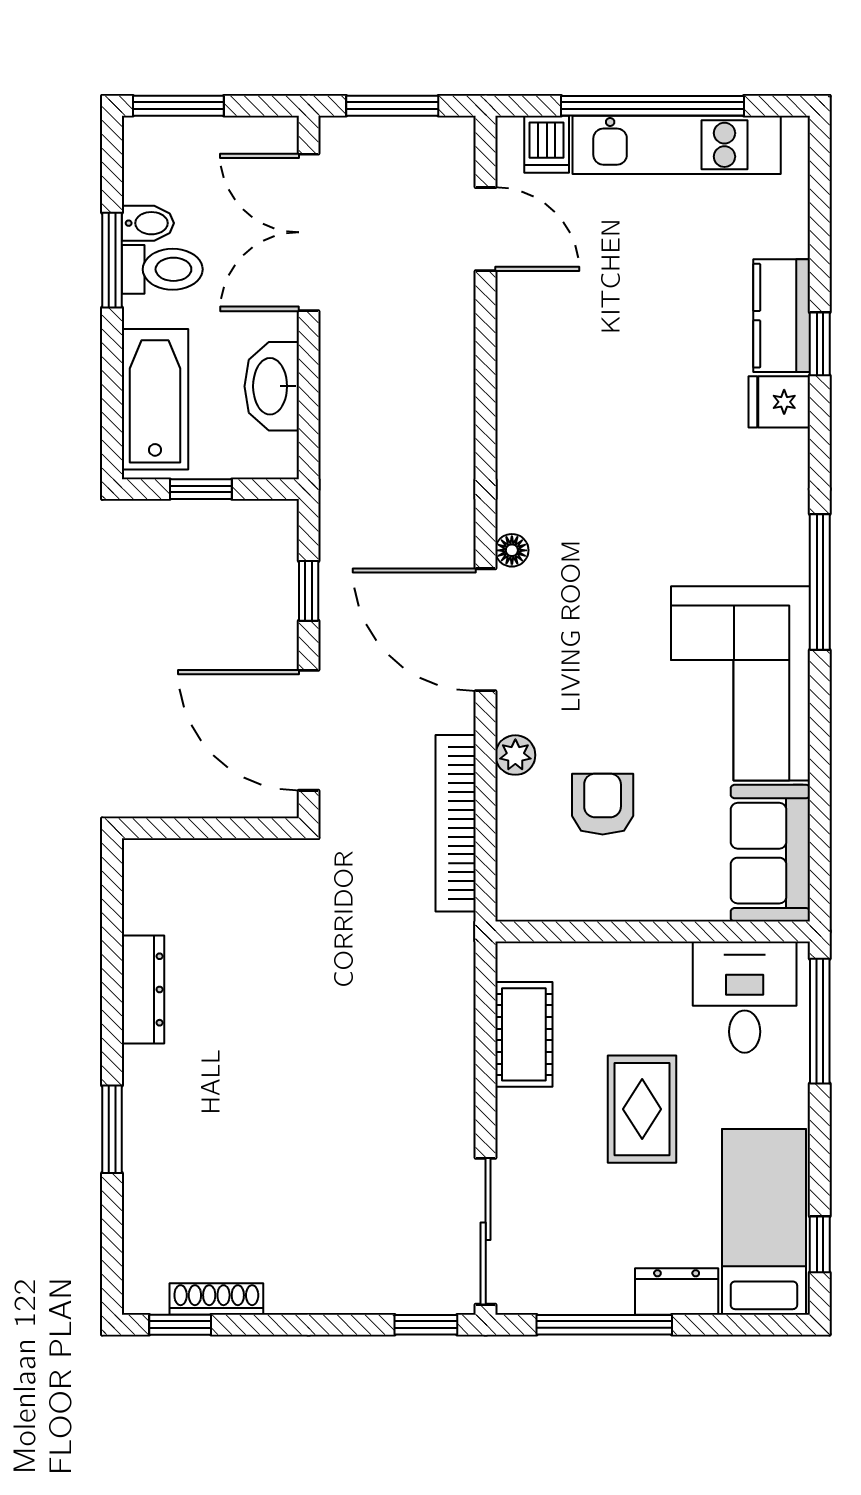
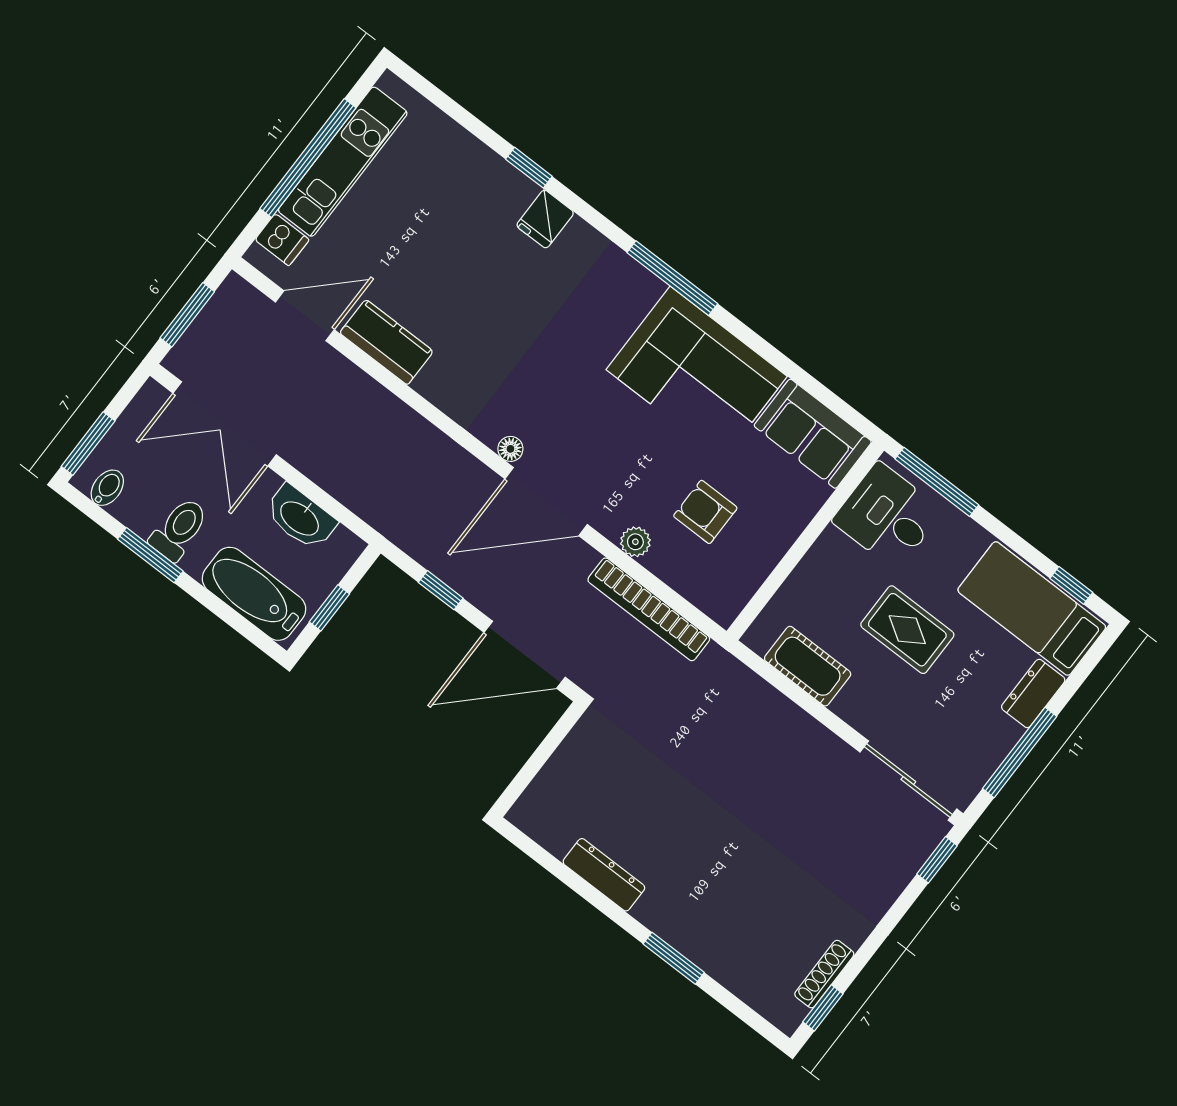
bidet: (148, 223) -> (107, 488), moved
kitchen counter: (782, 316) -> (387, 342), moved, turned 180

